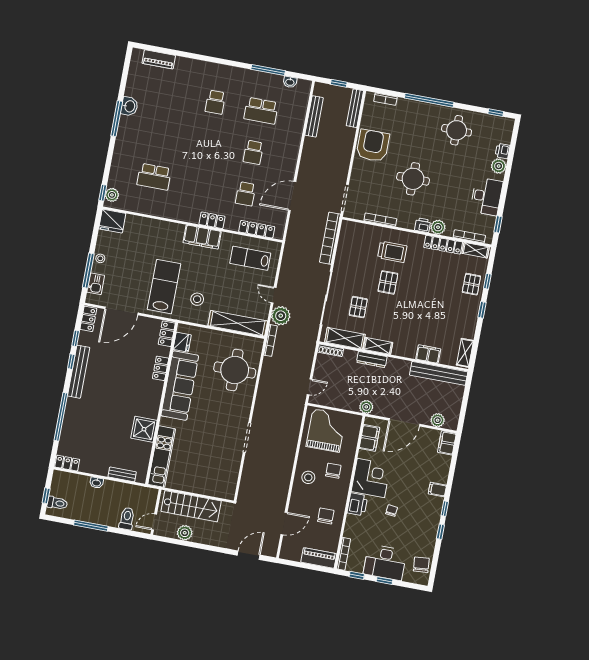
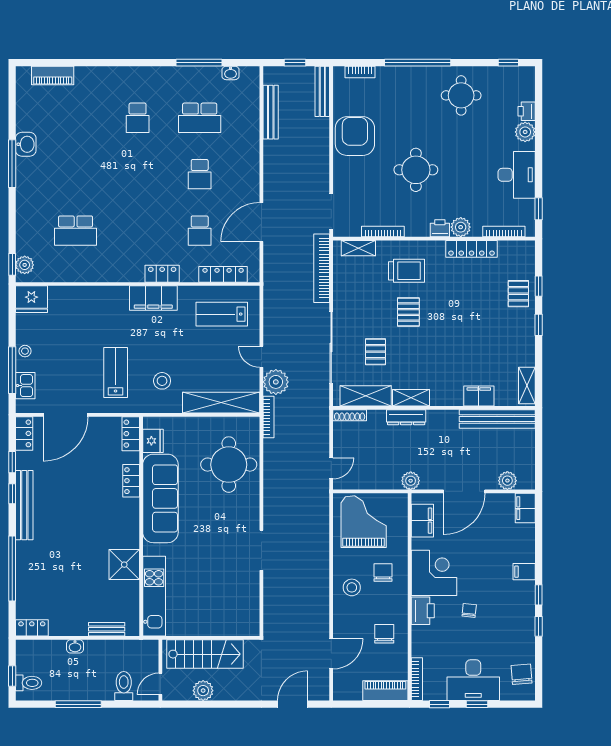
shelving: (476, 250) -> (358, 248), moved
lab bench: (164, 287) -> (116, 372), width x0.73, depth x0.72

